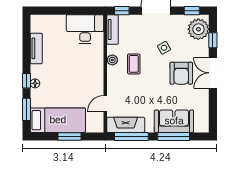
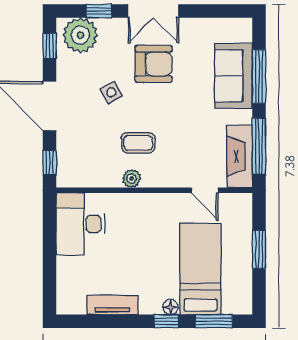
tv unit: (113, 30) -> (81, 178), removed
bed: (58, 120) -> (201, 269), moved

